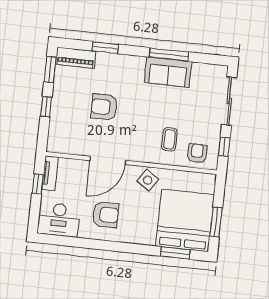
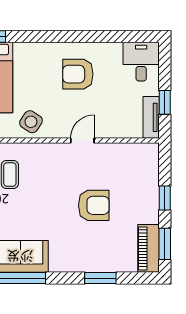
piano: (76, 58) -> (148, 248), moved, turned -90
door: (108, 160) -> (82, 140), width x0.53
desk: (59, 220) -> (141, 62), width x0.73

